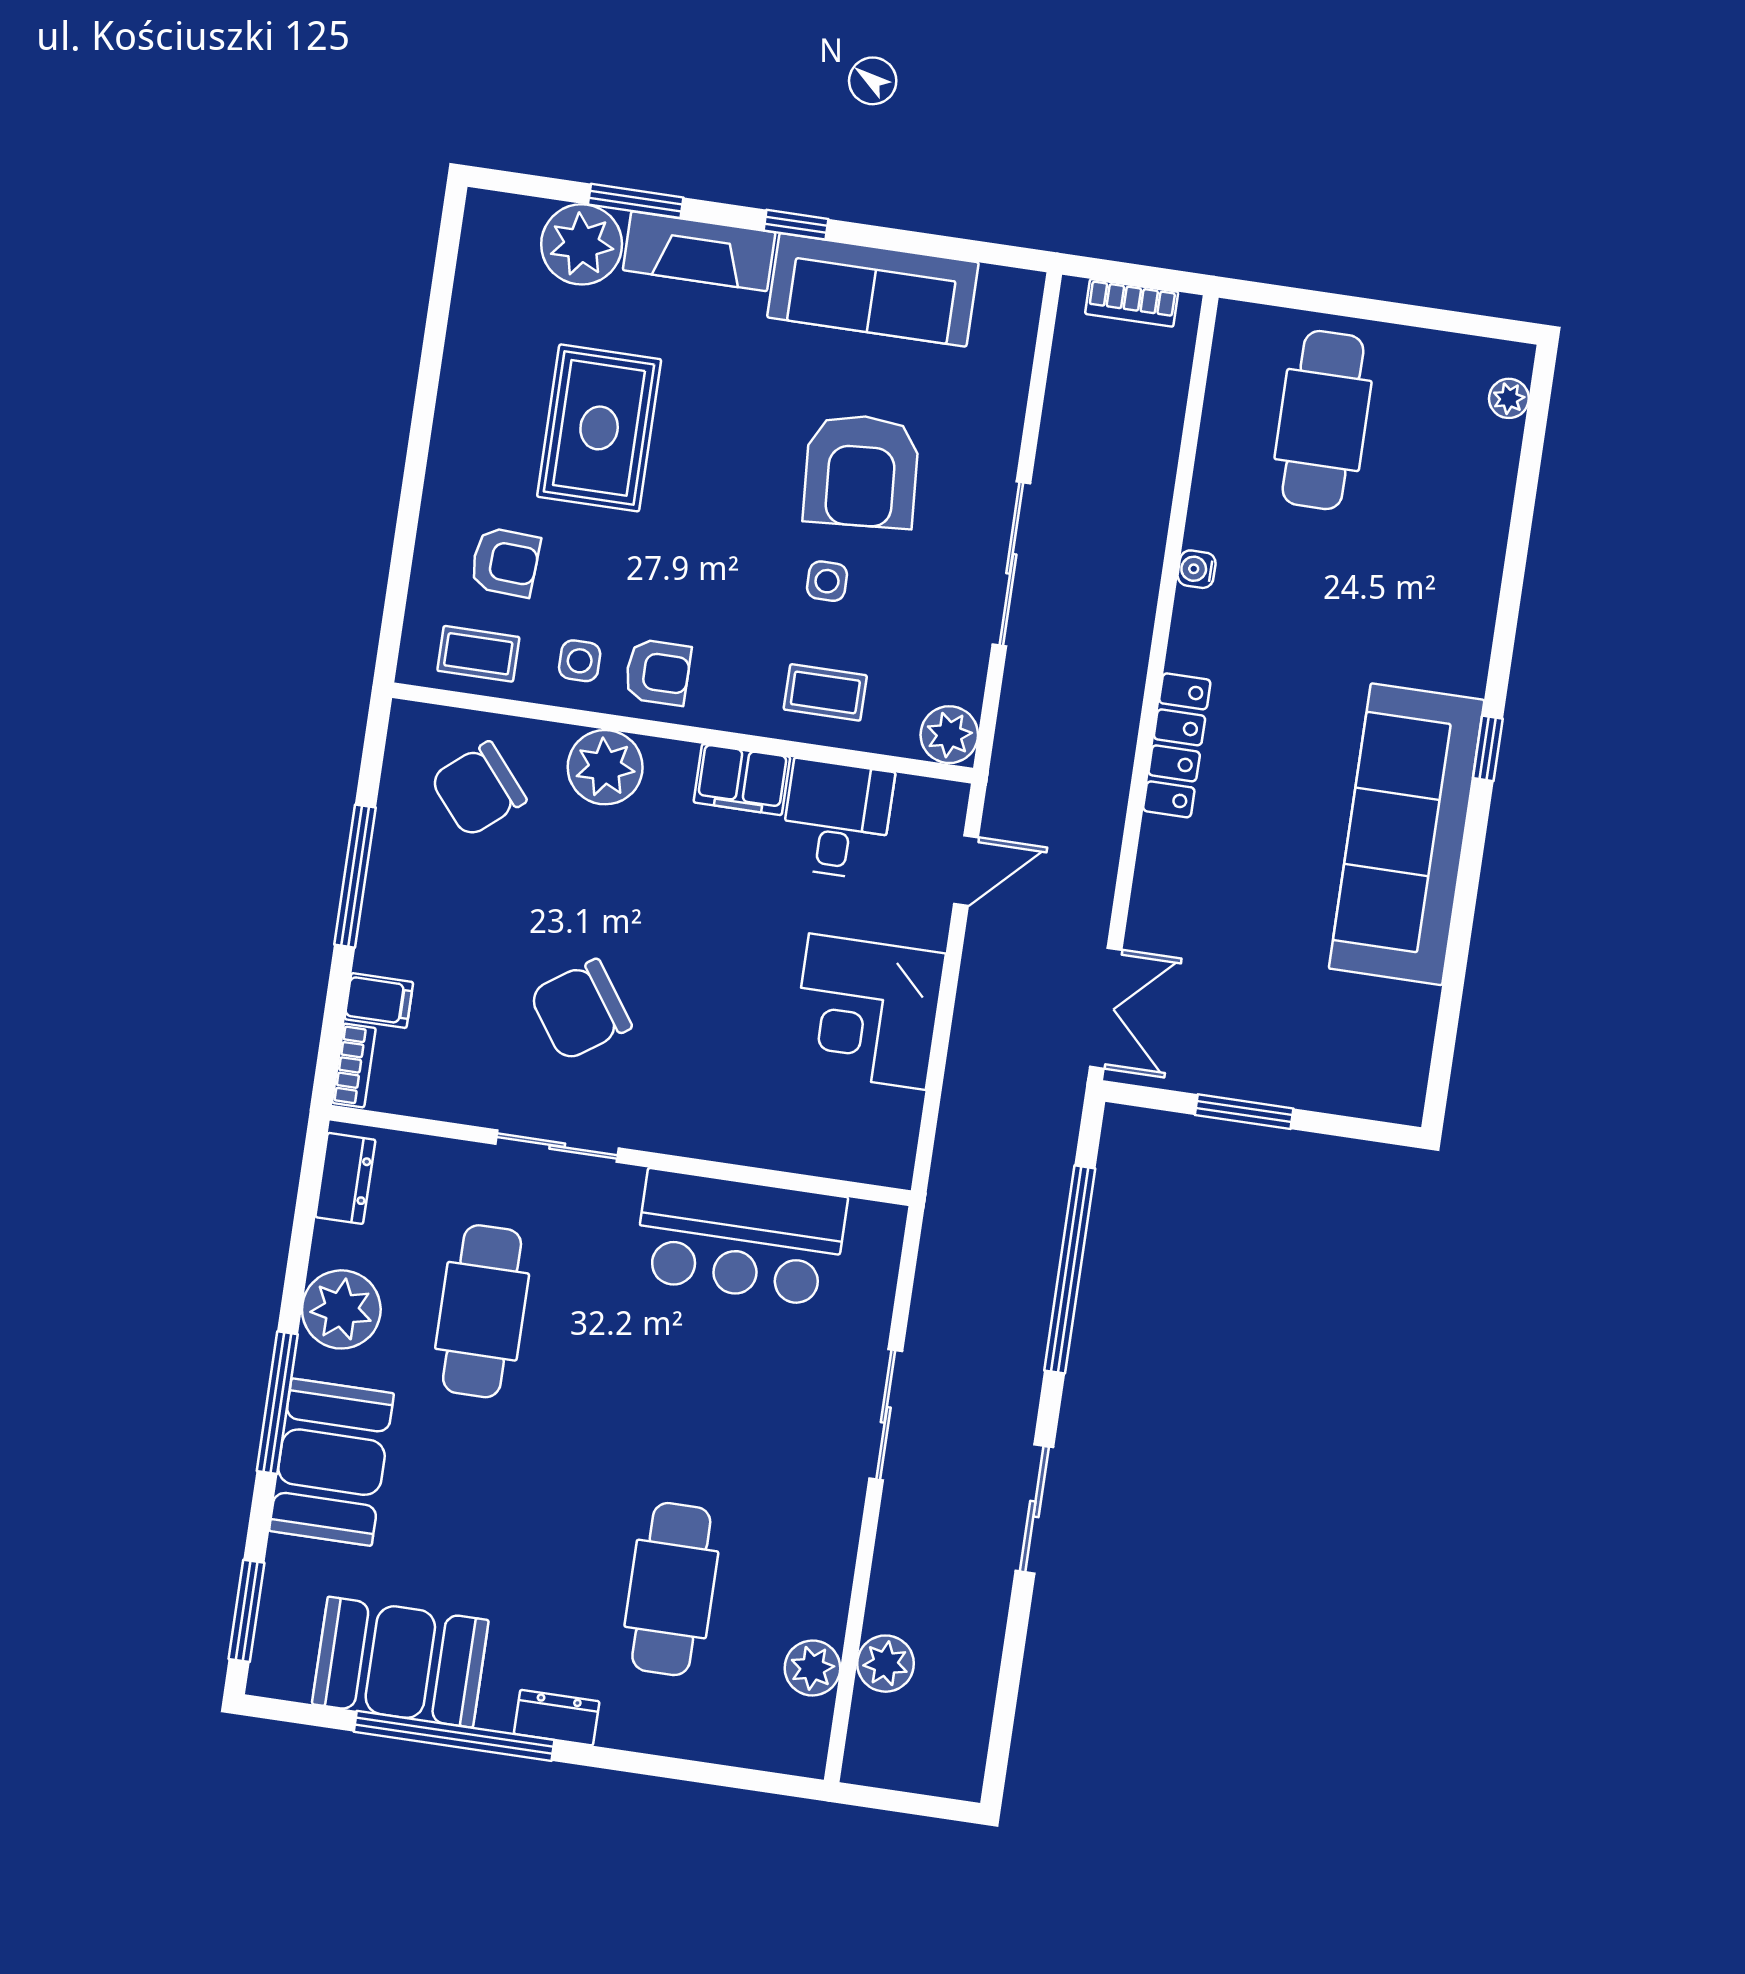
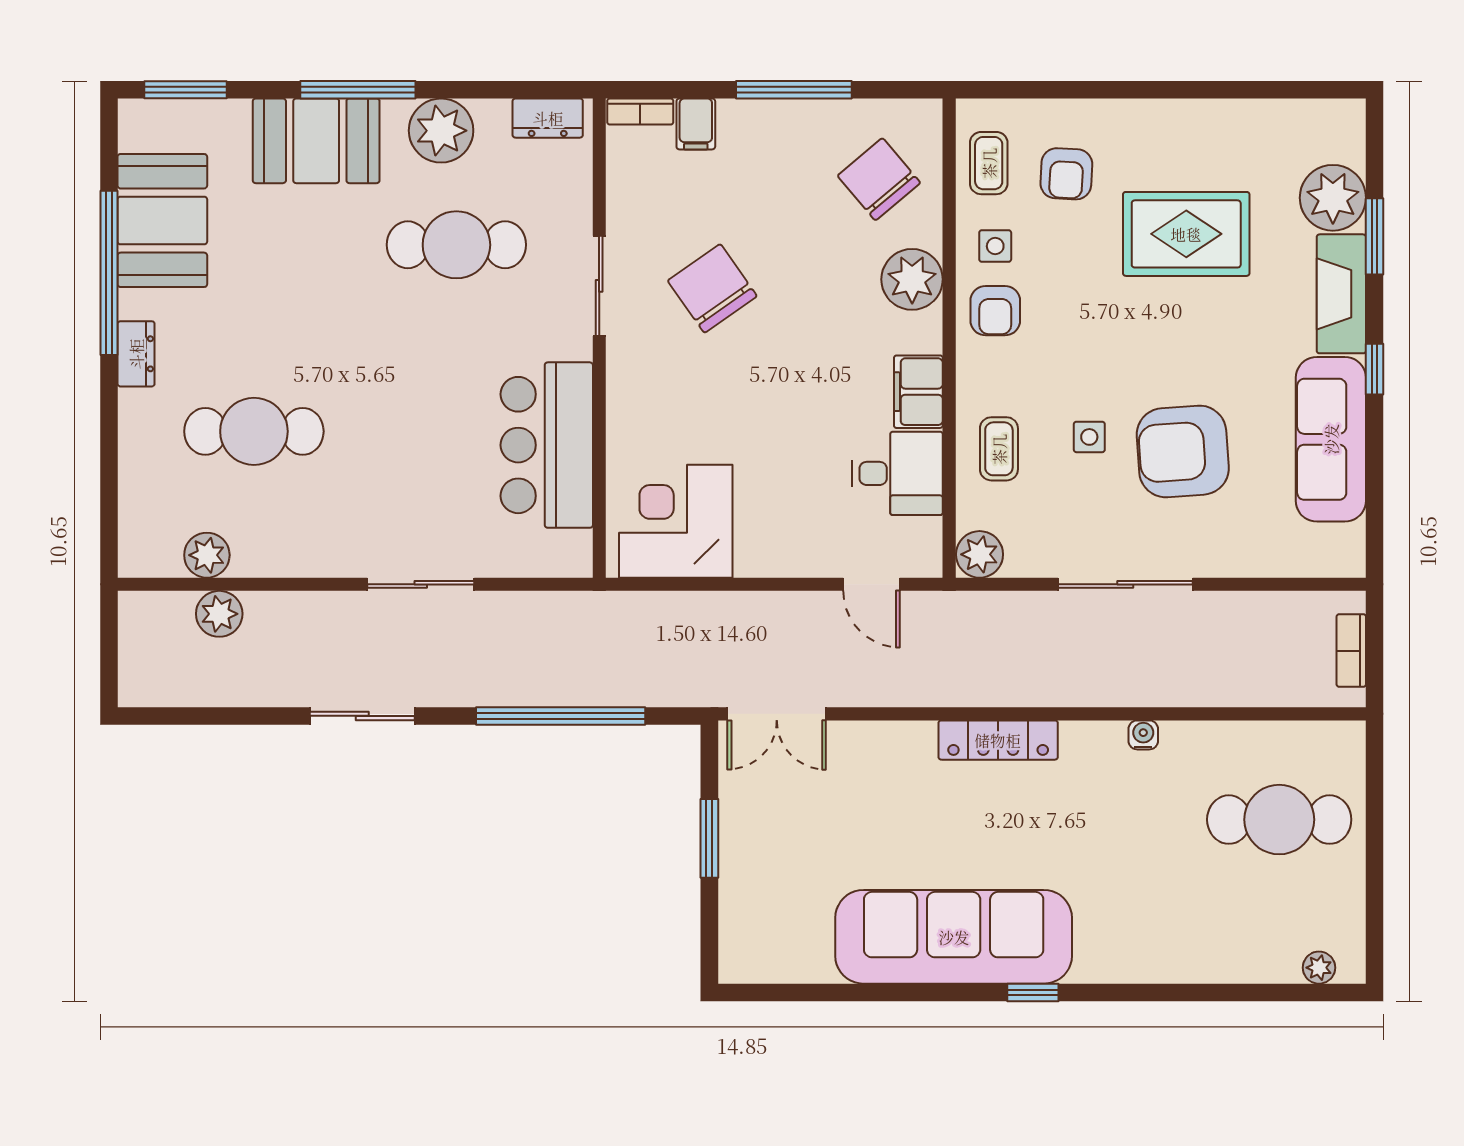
corner desk: (867, 1012) -> (676, 521), moved

